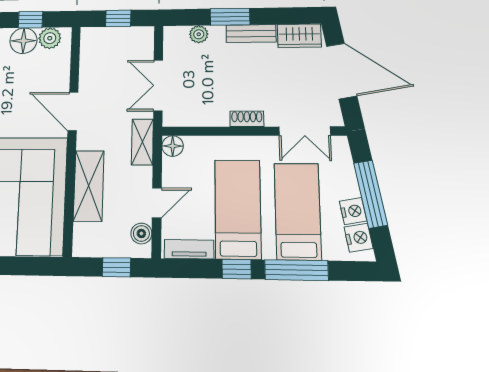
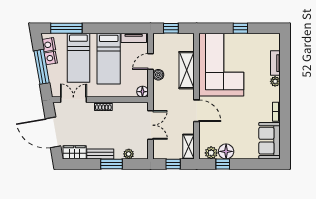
shelving: (142, 142) -> (189, 147), moved
boiler: (141, 233) -> (158, 75), moved
window: (237, 269) -> (110, 28), removed
window: (296, 270) -> (66, 28), moved

